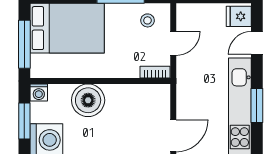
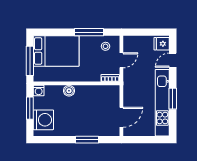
boiler: (88, 100) -> (69, 91), width x0.54, depth x0.54

